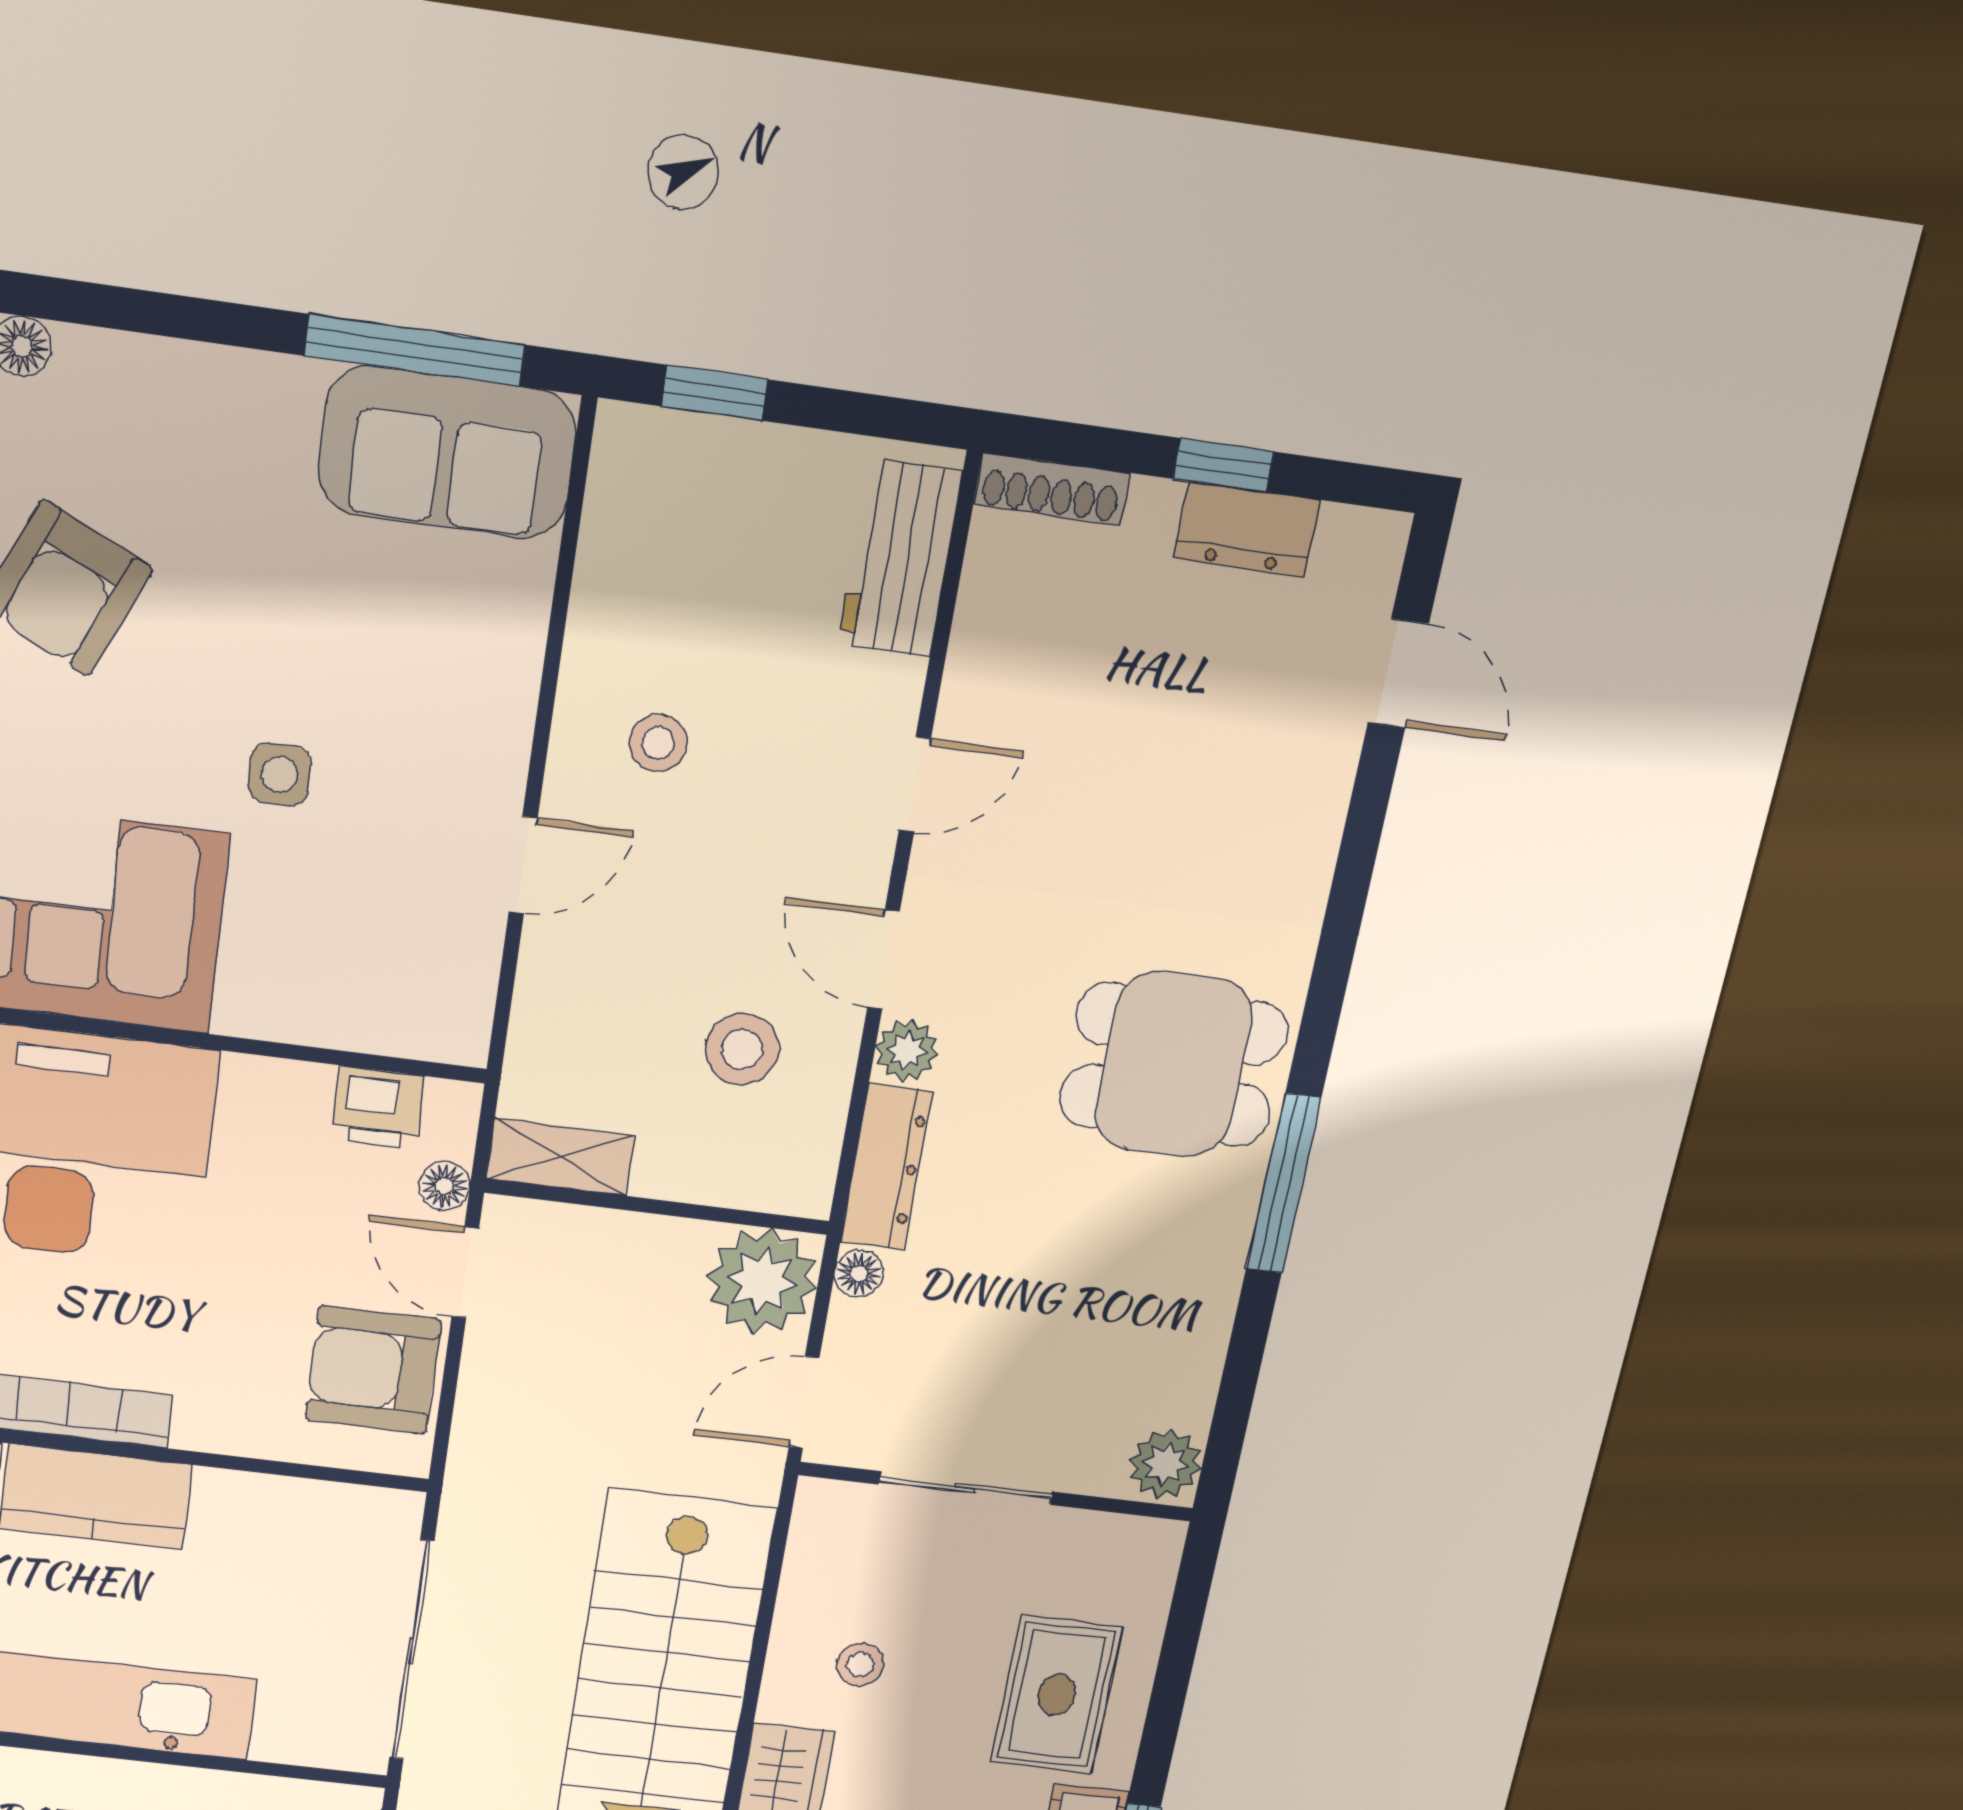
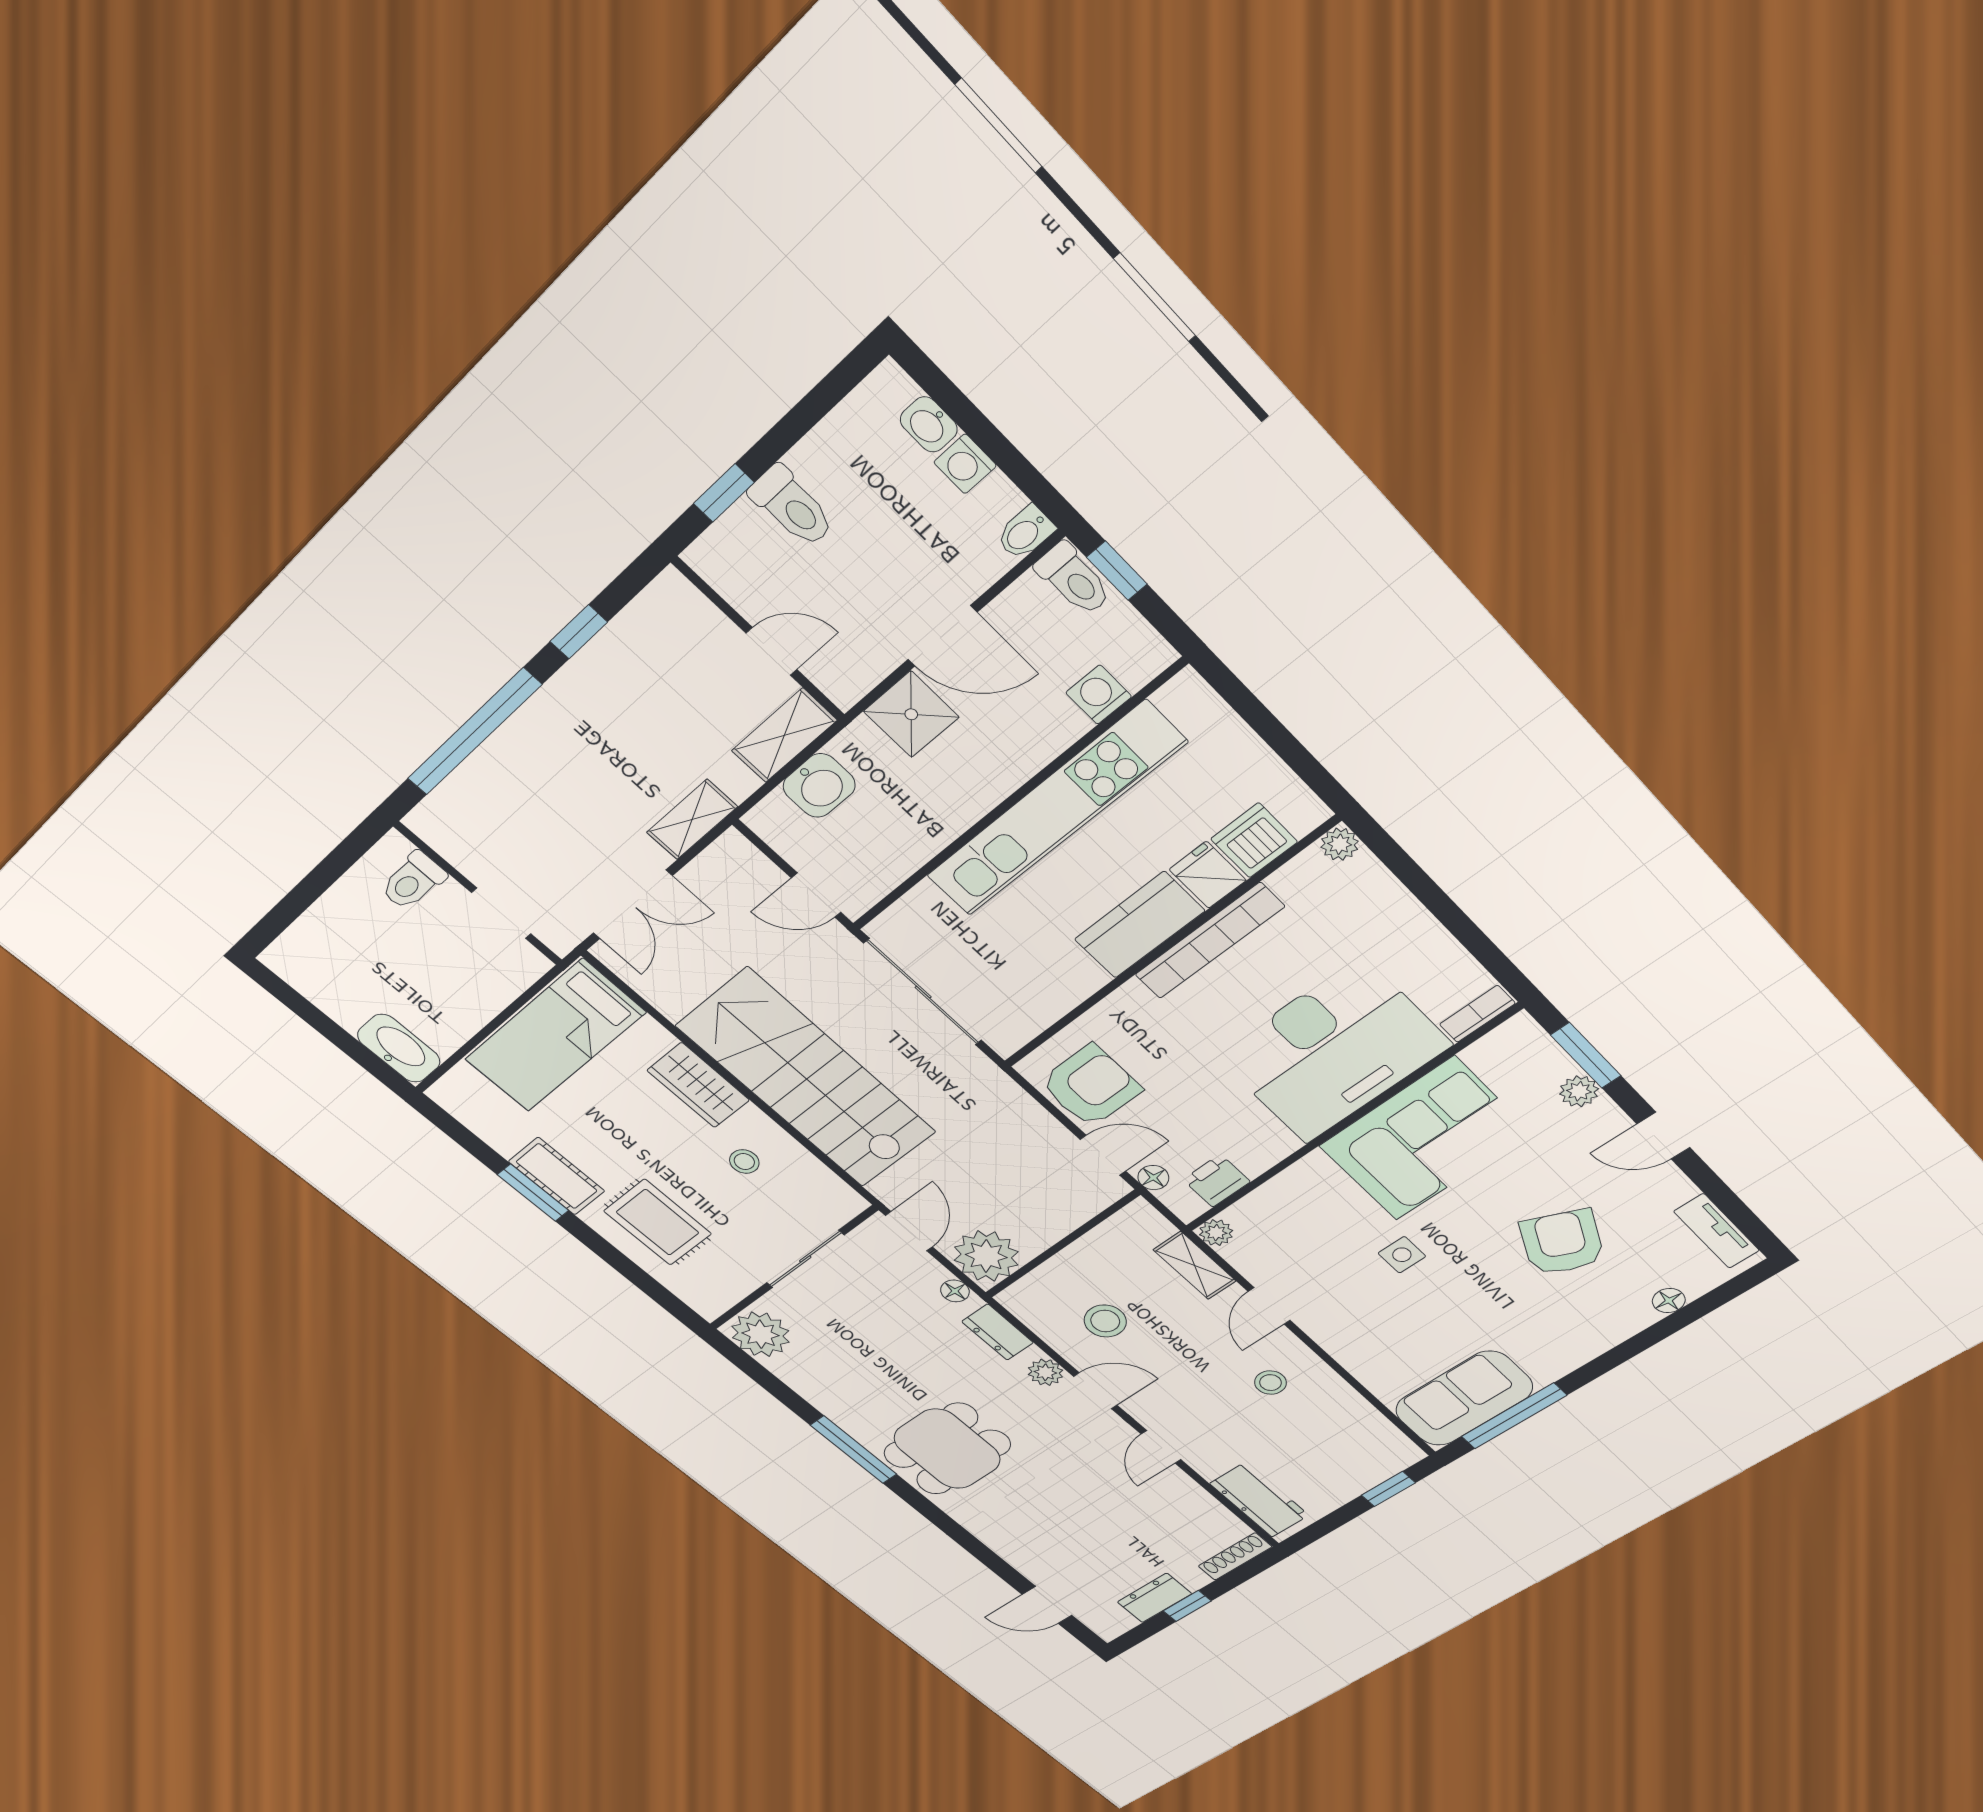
plant: (462, 1037) -> (1216, 1233), added
shelving: (560, 1157) -> (1195, 1265), moved, turned 90
dresser: (886, 1167) -> (997, 1332), width x0.70
plant: (1165, 1464) -> (761, 1334), width x1.36, depth x1.36

